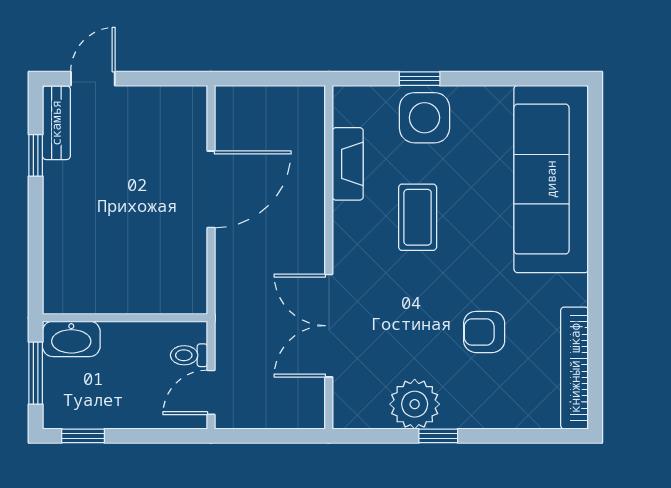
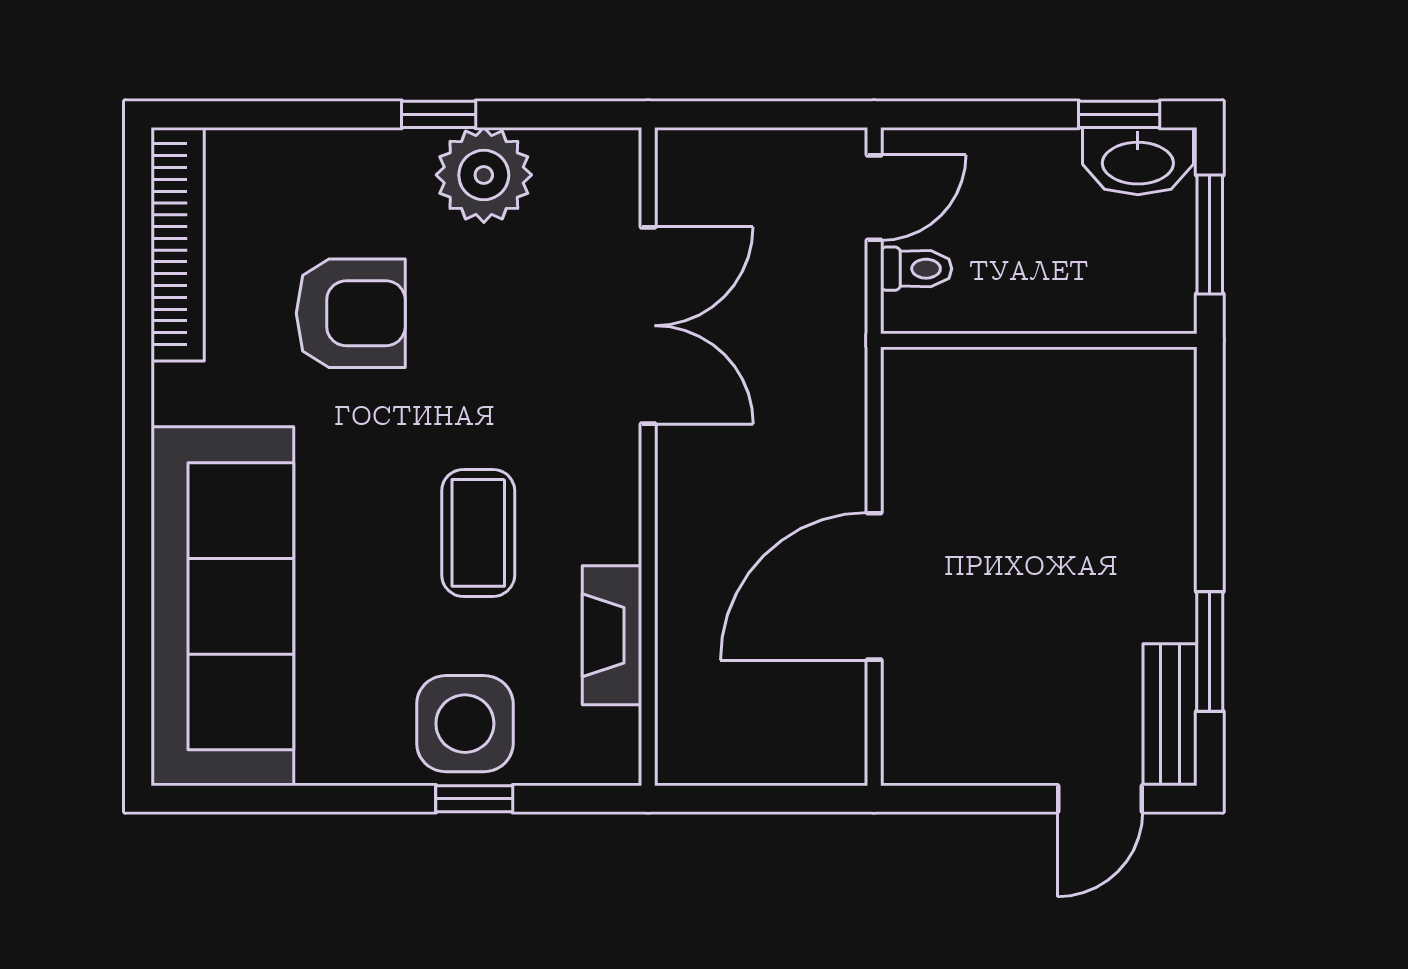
window: (36, 155) -> (1210, 651), width x1.50
armchair: (484, 332) -> (351, 313), width x1.38, depth x1.38
washbasin: (71, 339) -> (1138, 161), moved, turned 180

